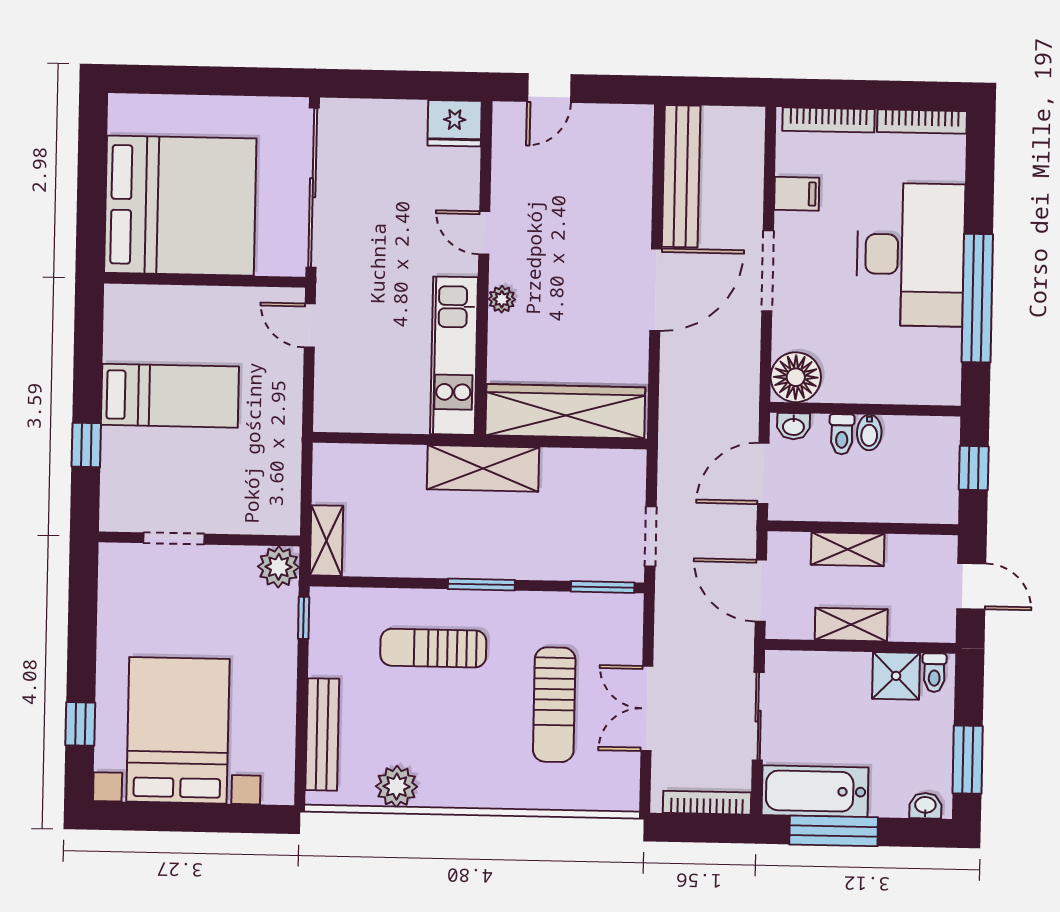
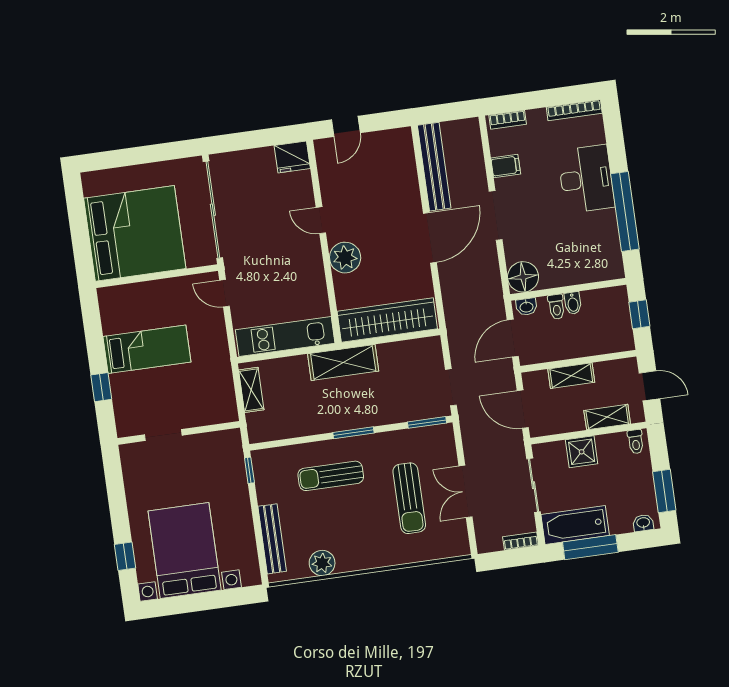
bookcase: (828, 120) -> (508, 120), width x0.64
desk: (910, 255) -> (586, 179), width x0.73, depth x0.77
plant: (502, 299) -> (345, 258), width x1.88, depth x1.88
kitchen unit: (454, 356) -> (285, 336), moved, turned 90
shelving: (327, 541) -> (251, 390), moved
plant: (279, 567) -> (229, 442), removed
shelving: (851, 625) -> (607, 417), moved
shower: (896, 676) -> (582, 452), moved
bookcase: (707, 803) -> (521, 541), width x0.64

